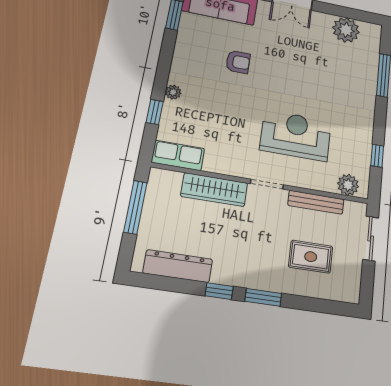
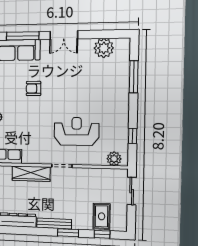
armchair: (238, 62) -> (34, 88), turned 180
bench: (316, 202) -> (54, 224), moved
rug: (311, 257) -> (102, 216), moved, turned 90
window: (219, 291) -> (102, 234), moved

